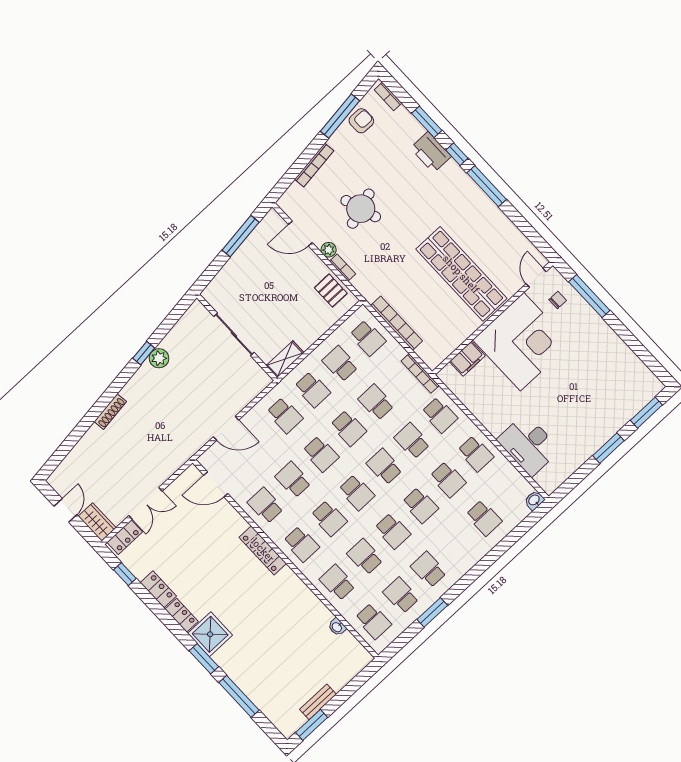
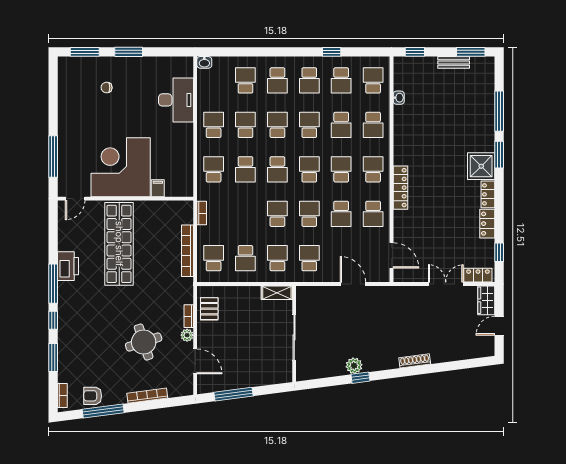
printer: (431, 152) -> (68, 266), moved
chair: (558, 300) -> (107, 88), moved
filing cabinet: (467, 359) -> (158, 188), width x0.50
bookcase: (420, 373) -> (202, 213), width x0.64
school desk: (376, 402) -> (277, 80), moved
window: (432, 612) -> (332, 52), width x0.67
window: (360, 680) -> (415, 52), added

